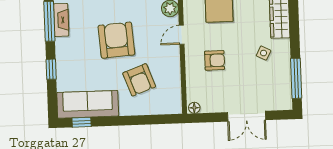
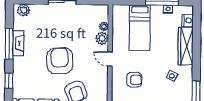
door: (182, 35) -> (110, 59), hinge flipped

